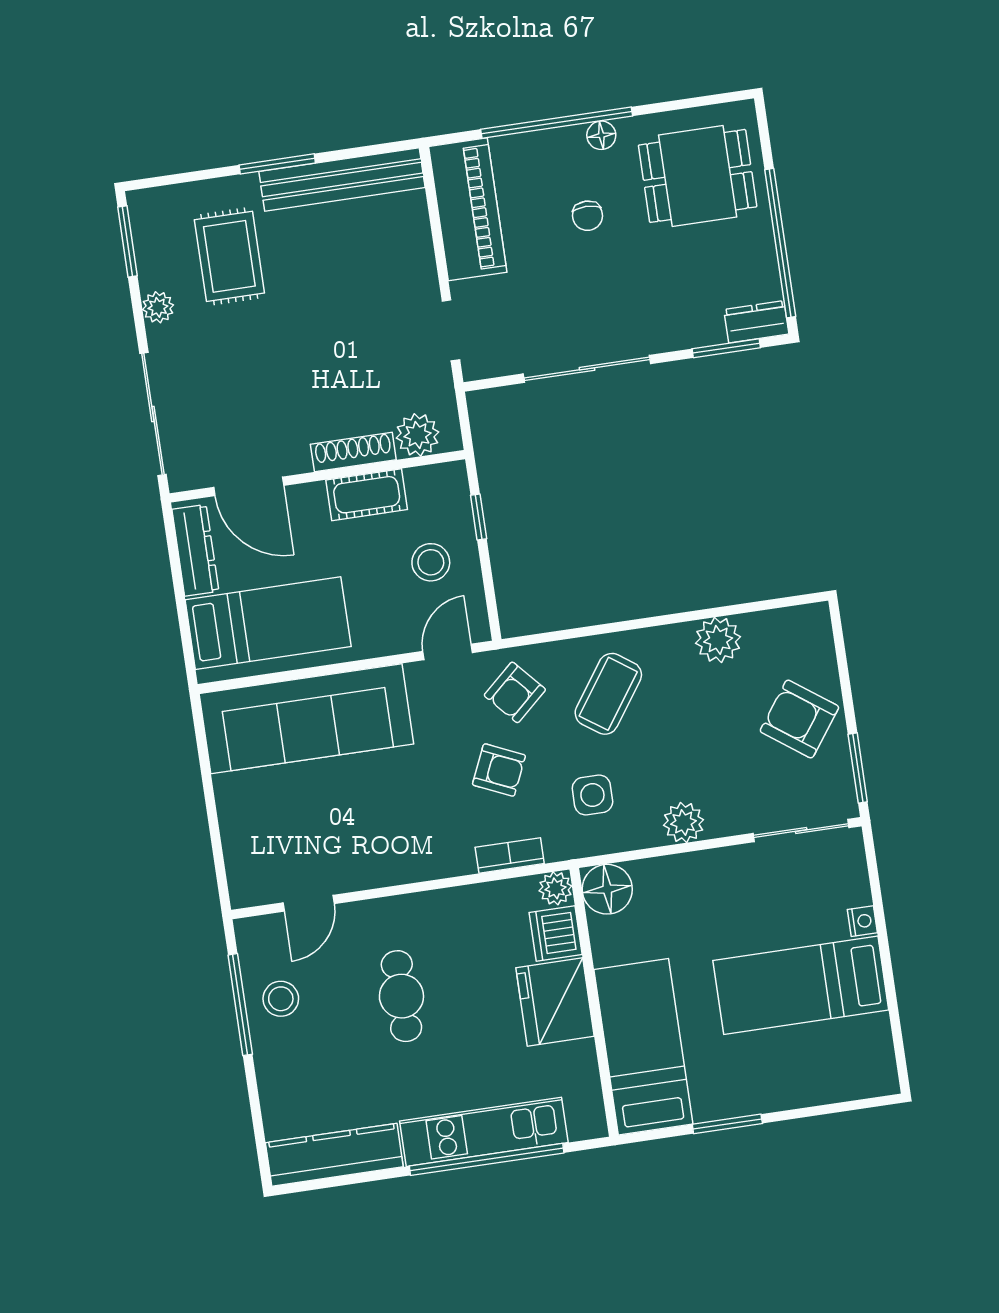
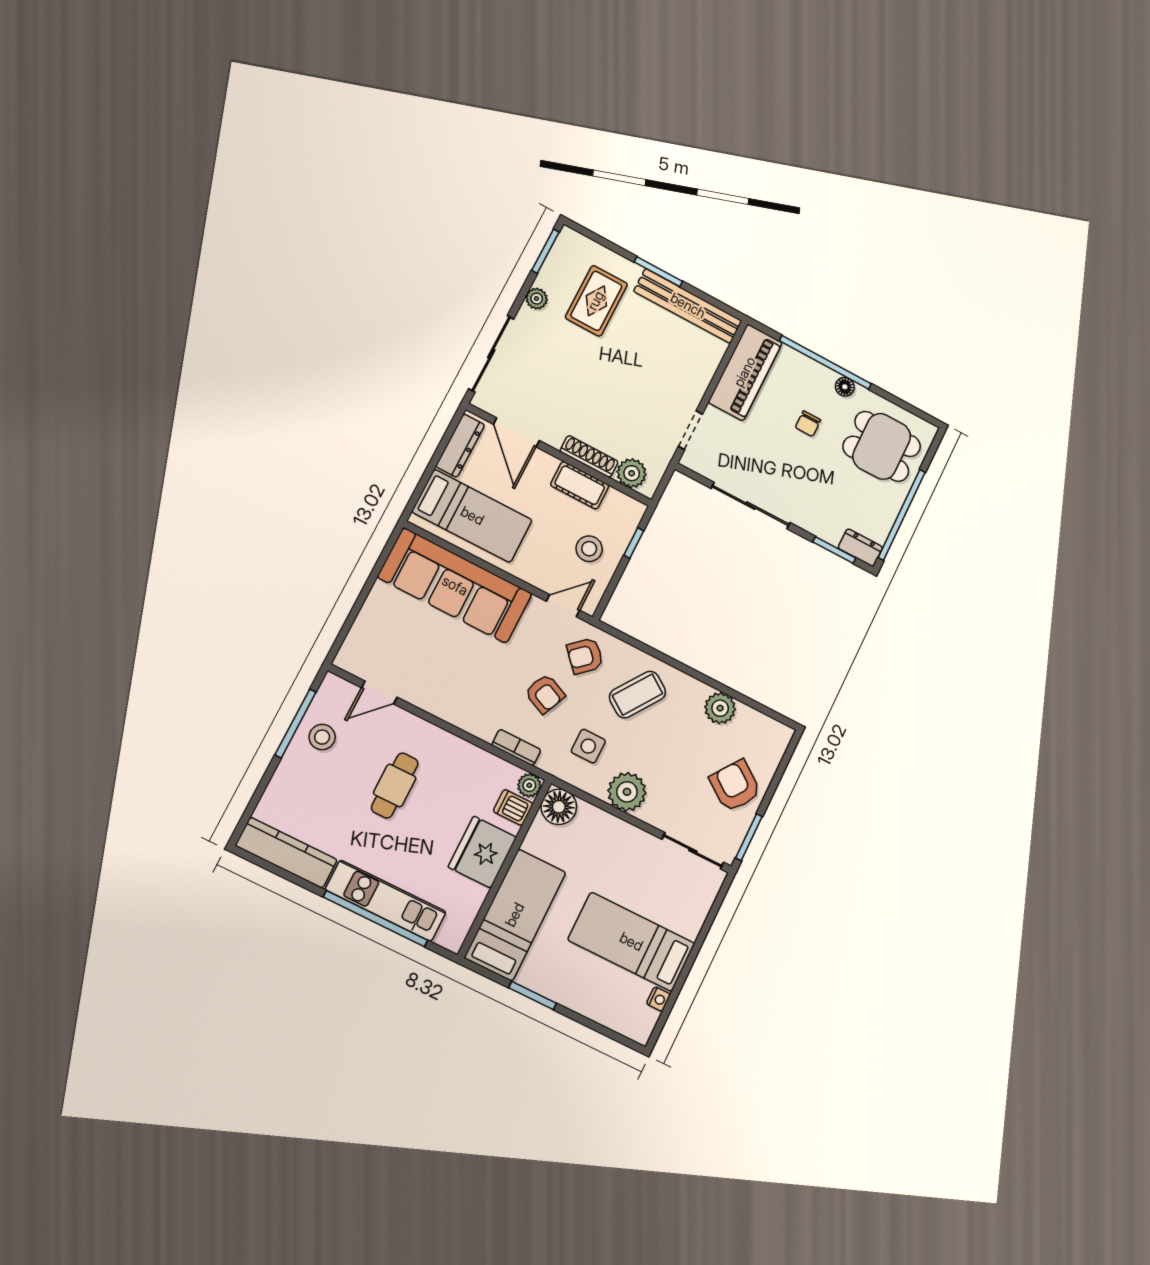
plant: (684, 822) -> (627, 792), width x1.36, depth x1.36
nightstand: (862, 921) -> (658, 999), moved
dishwasher: (556, 933) -> (513, 807), width x0.73

